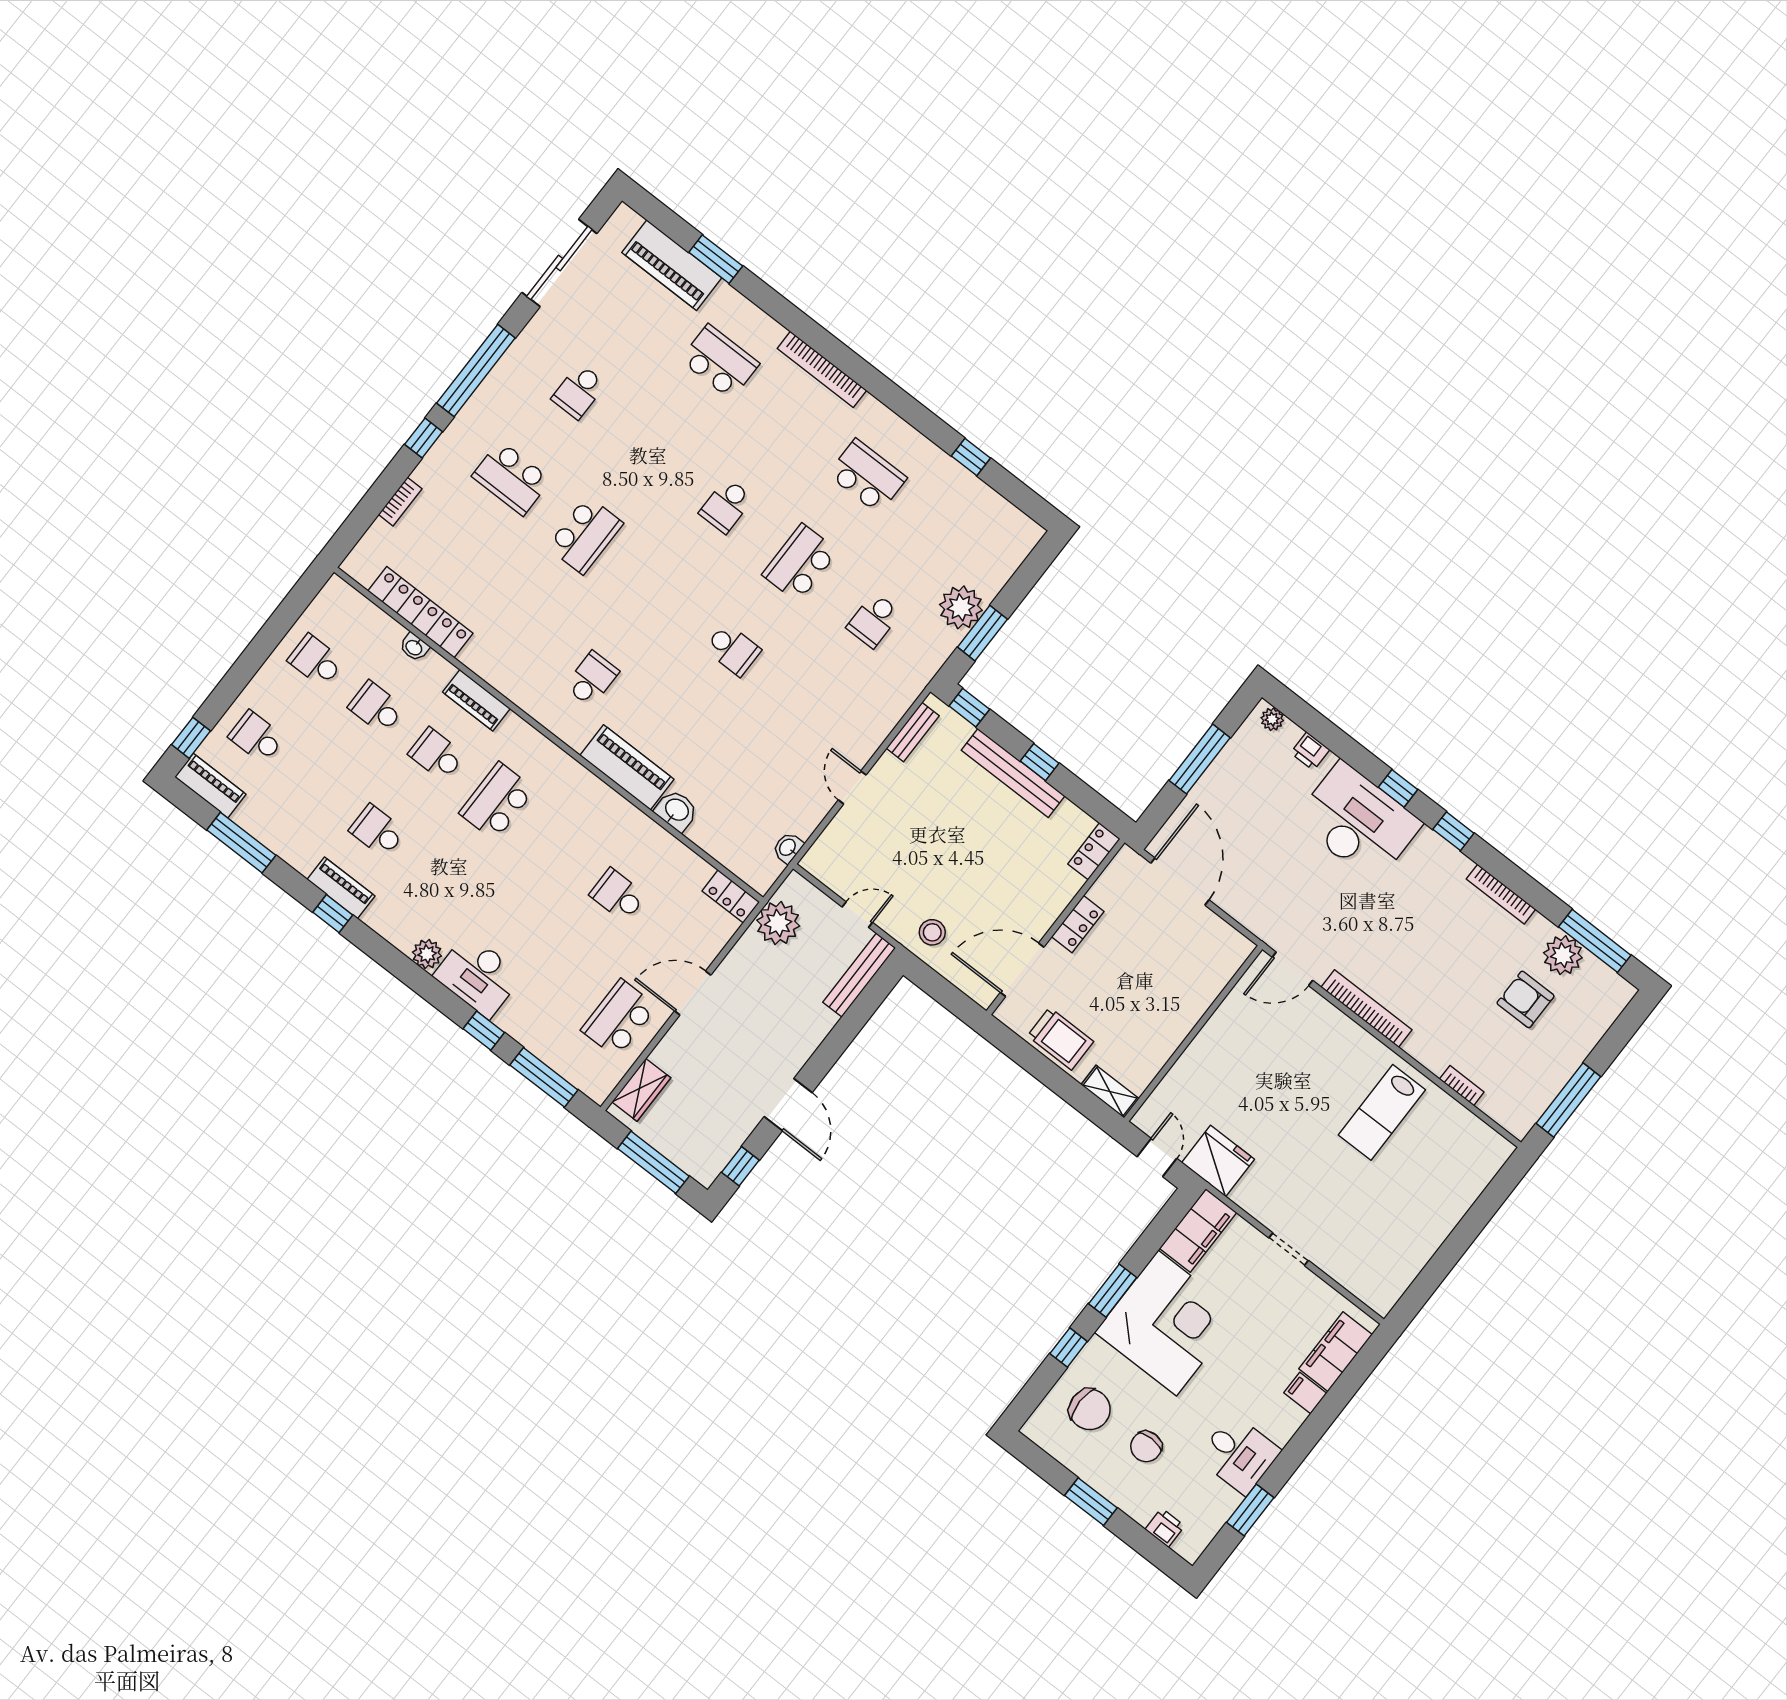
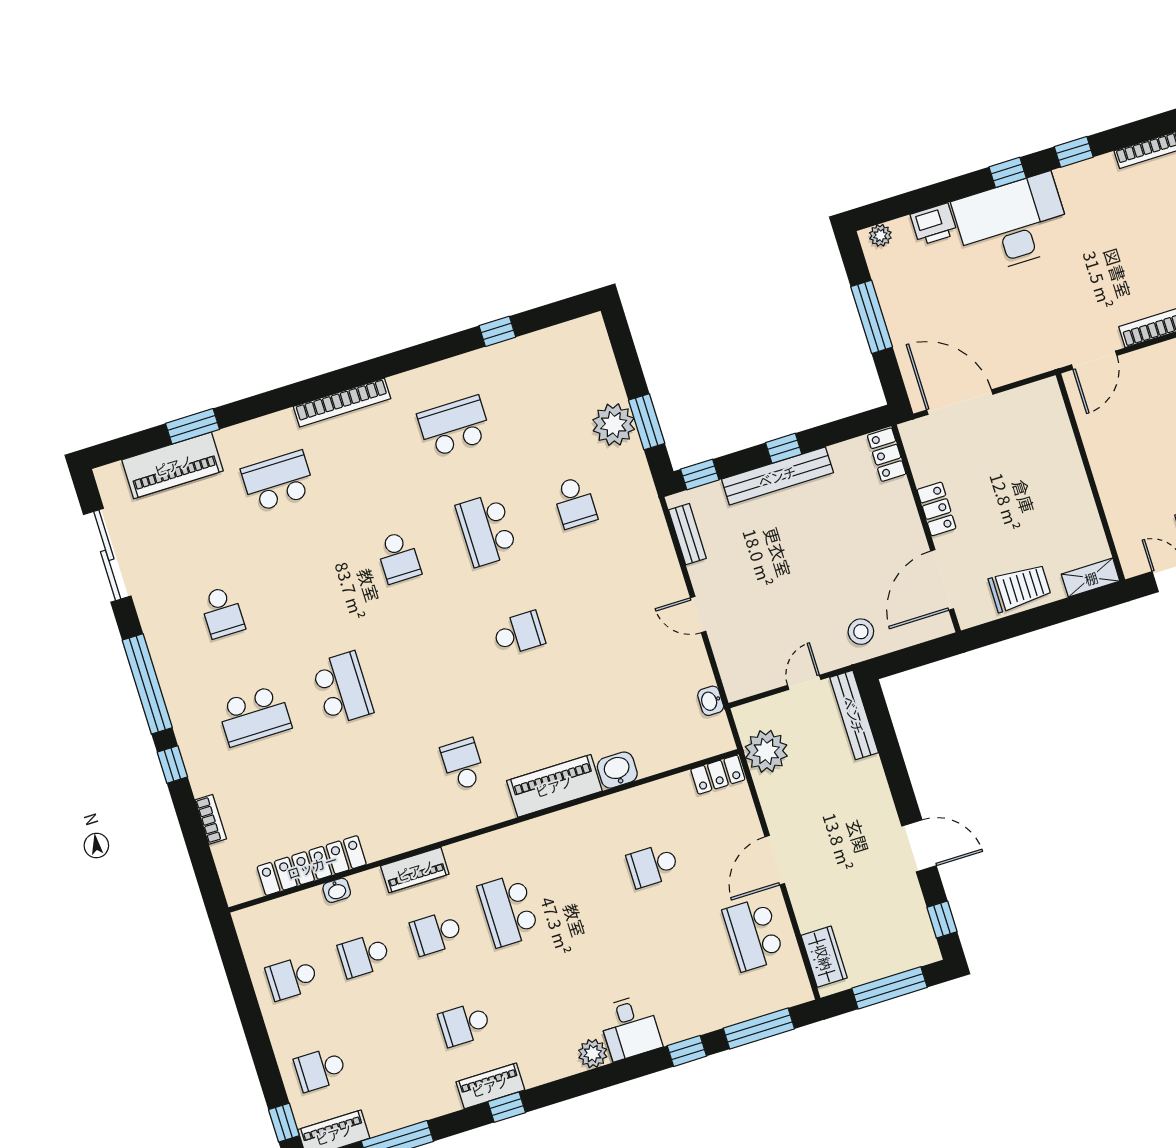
printer: (1310, 751) -> (934, 224), width x1.36, depth x1.24
desk: (478, 976) -> (630, 1027), width x0.73

